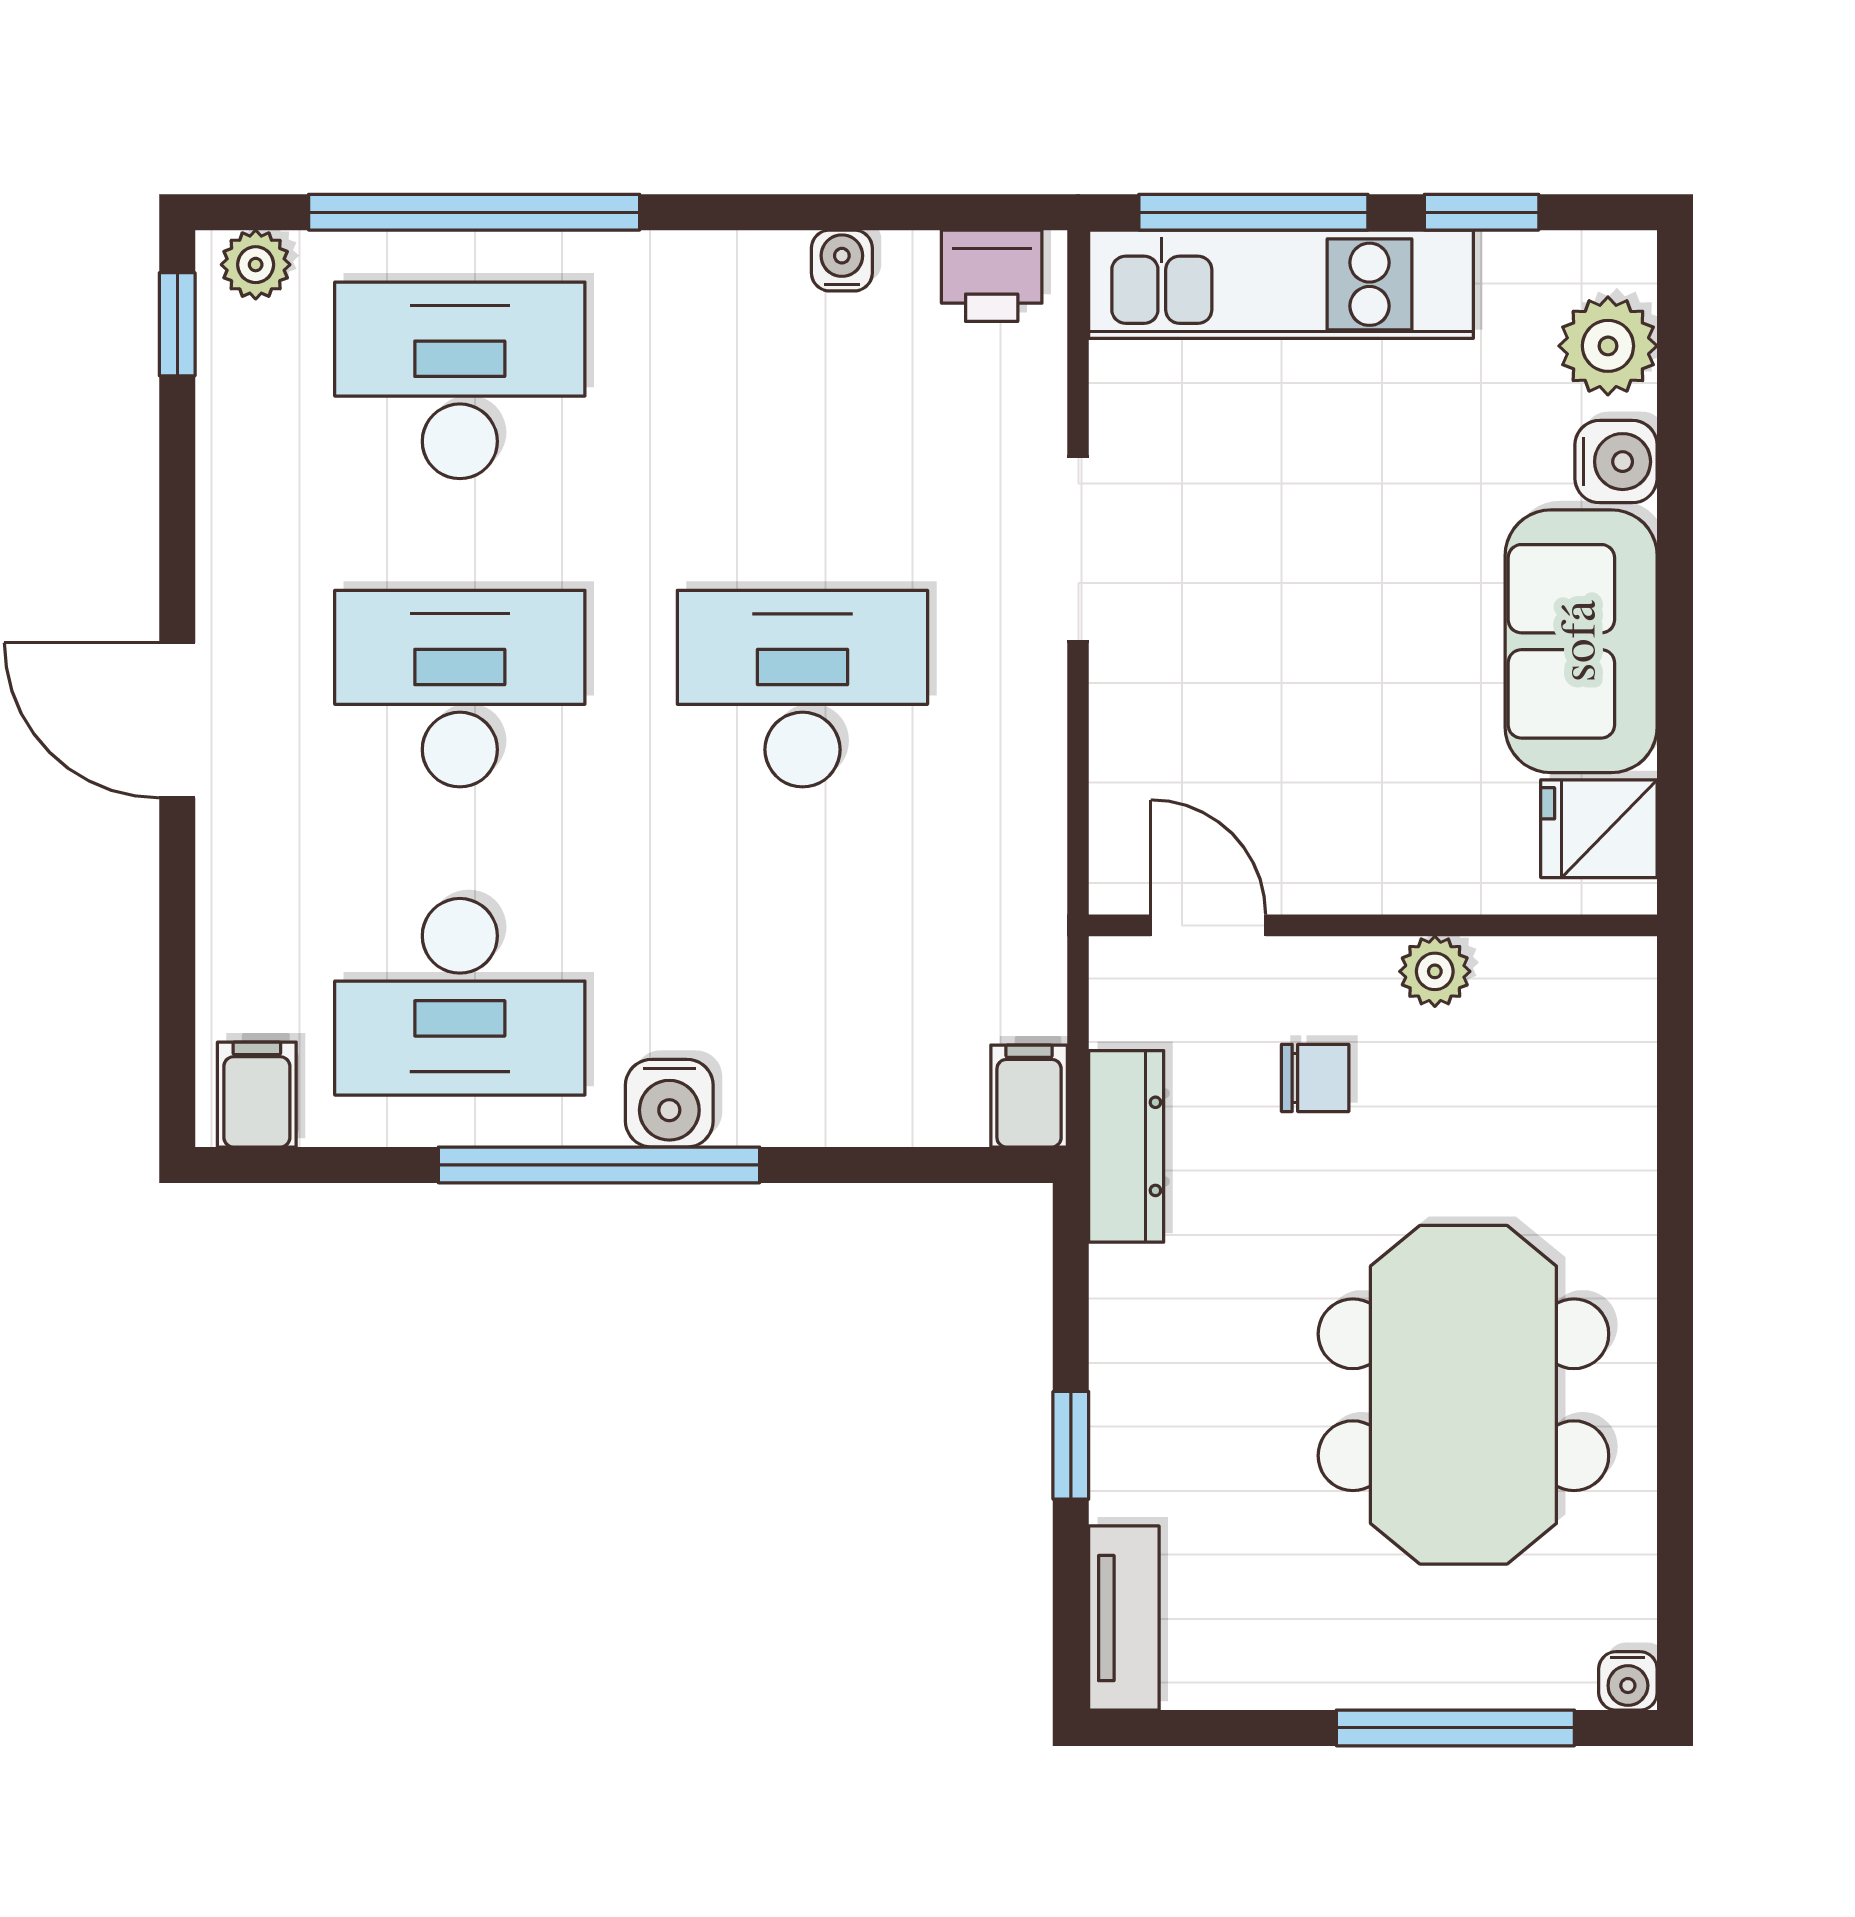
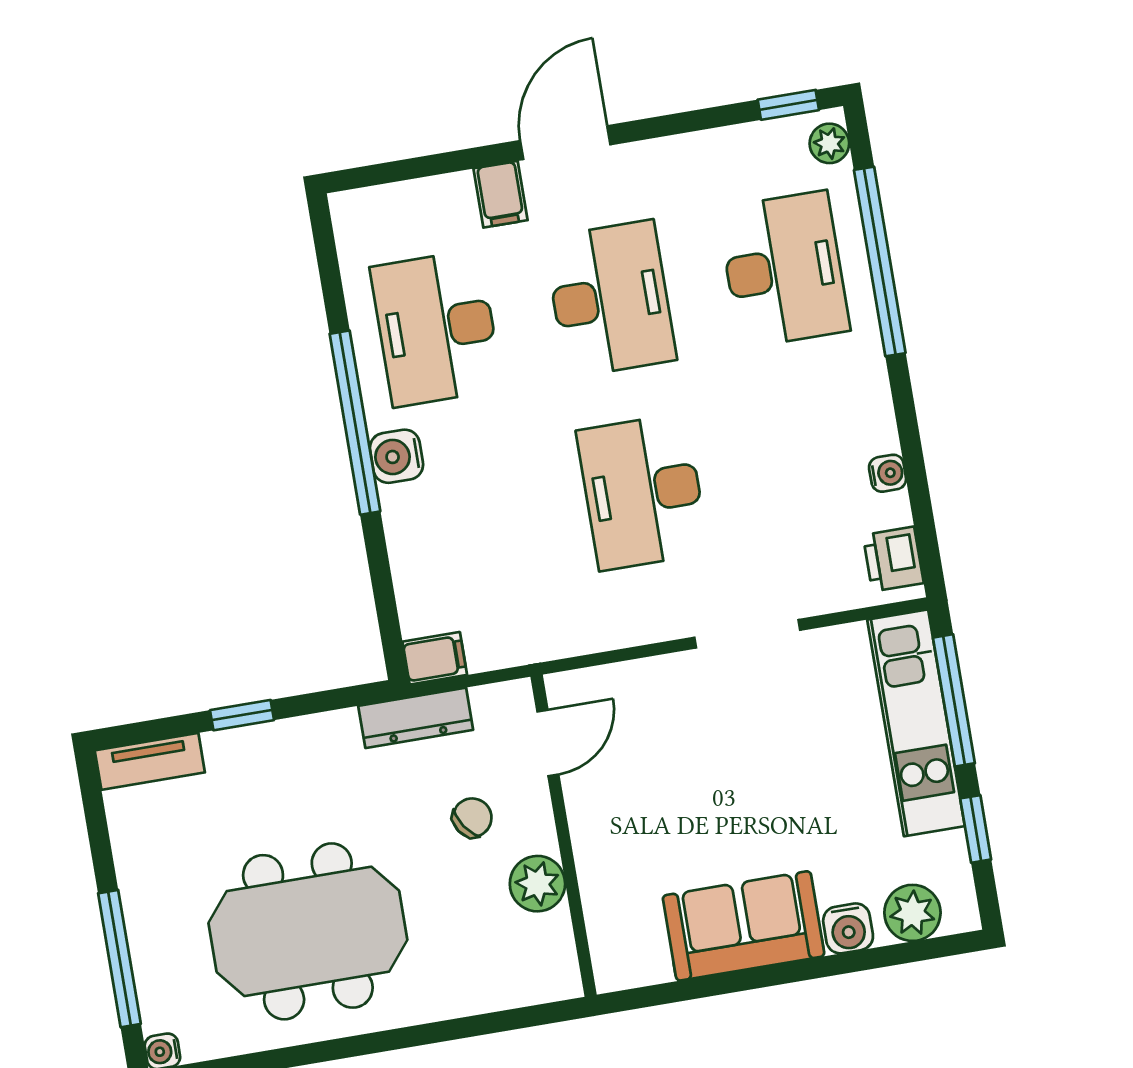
desk: (802, 689) -> (643, 492), turned 180
fridge: (1599, 829) -> (640, 954), removed
plant: (1435, 971) -> (537, 884), width x1.38, depth x1.38
chair: (1315, 1078) -> (472, 818), turned -124
filing cabinet: (257, 1095) -> (501, 194), moved, turned 90

